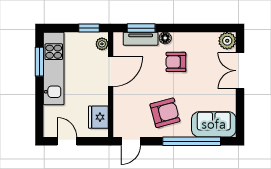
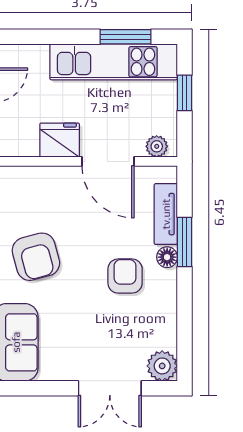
window: (89, 28) -> (185, 93), moved
window: (141, 28) -> (185, 242), moved
double door: (240, 71) -> (110, 388), swing flipped
fridge: (98, 117) -> (60, 140), moved

